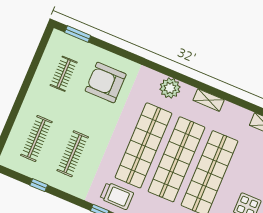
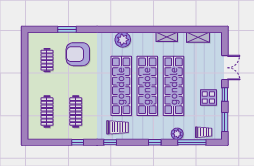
window: (78, 34) -> (67, 29), moved
shelving: (209, 100) -> (167, 37), moved
window: (39, 185) -> (78, 142), moved

